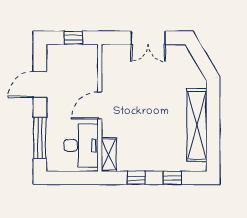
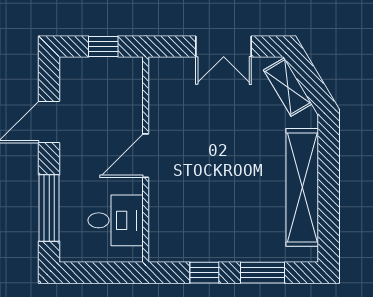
desk: (81, 145) -> (116, 220), width x0.73
shelving: (109, 155) -> (288, 87), moved, turned -31
window: (172, 178) -> (262, 273), width x1.50

